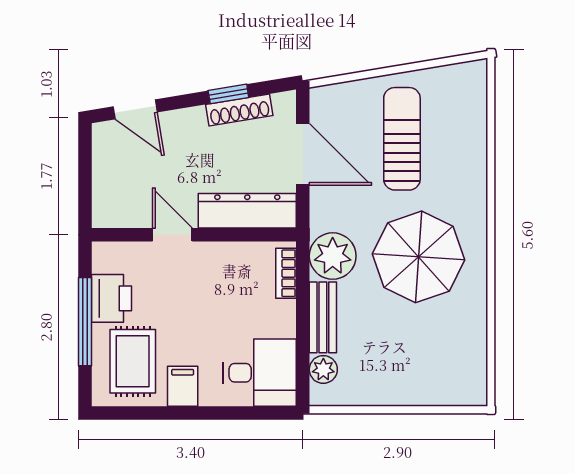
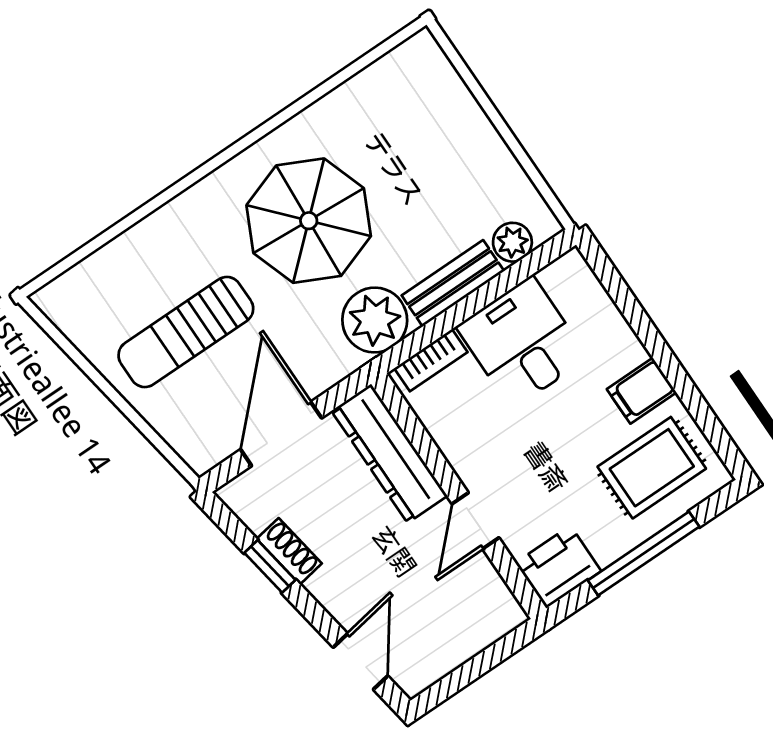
shoe rack: (239, 110) -> (289, 551), width x0.70
printer: (111, 298) -> (558, 567), moved
desk: (260, 373) -> (522, 342), moved

